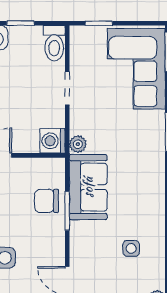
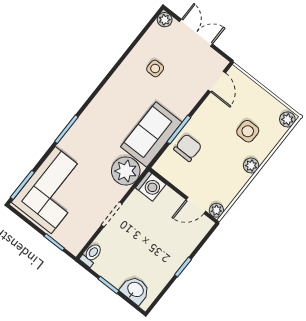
toilet: (54, 43) -> (91, 255), width x0.73, depth x0.72
plant: (78, 144) -> (126, 171), width x1.87, depth x1.87
chair: (47, 201) -> (188, 148), turned -90

